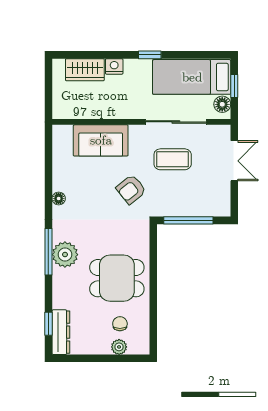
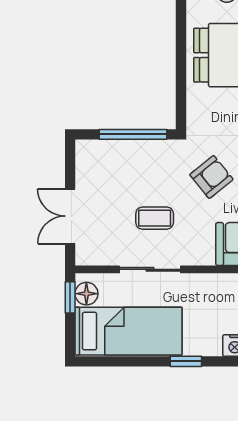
window: (234, 86) -> (70, 297), moved
sliding door: (176, 122) -> (150, 269), width x0.73
coffee table: (173, 159) -> (155, 218), width x0.73, depth x0.77

